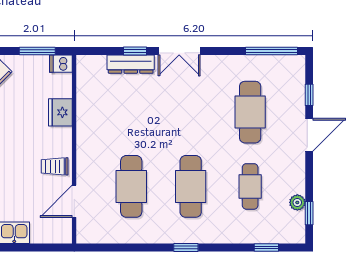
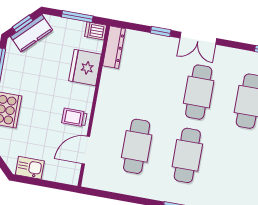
dresser: (131, 64) -> (114, 47), moved, turned -90
fridge: (60, 112) -> (85, 67), width x1.36, depth x1.34
cafe table: (250, 186) -> (199, 92), moved, width x1.37, depth x1.35

